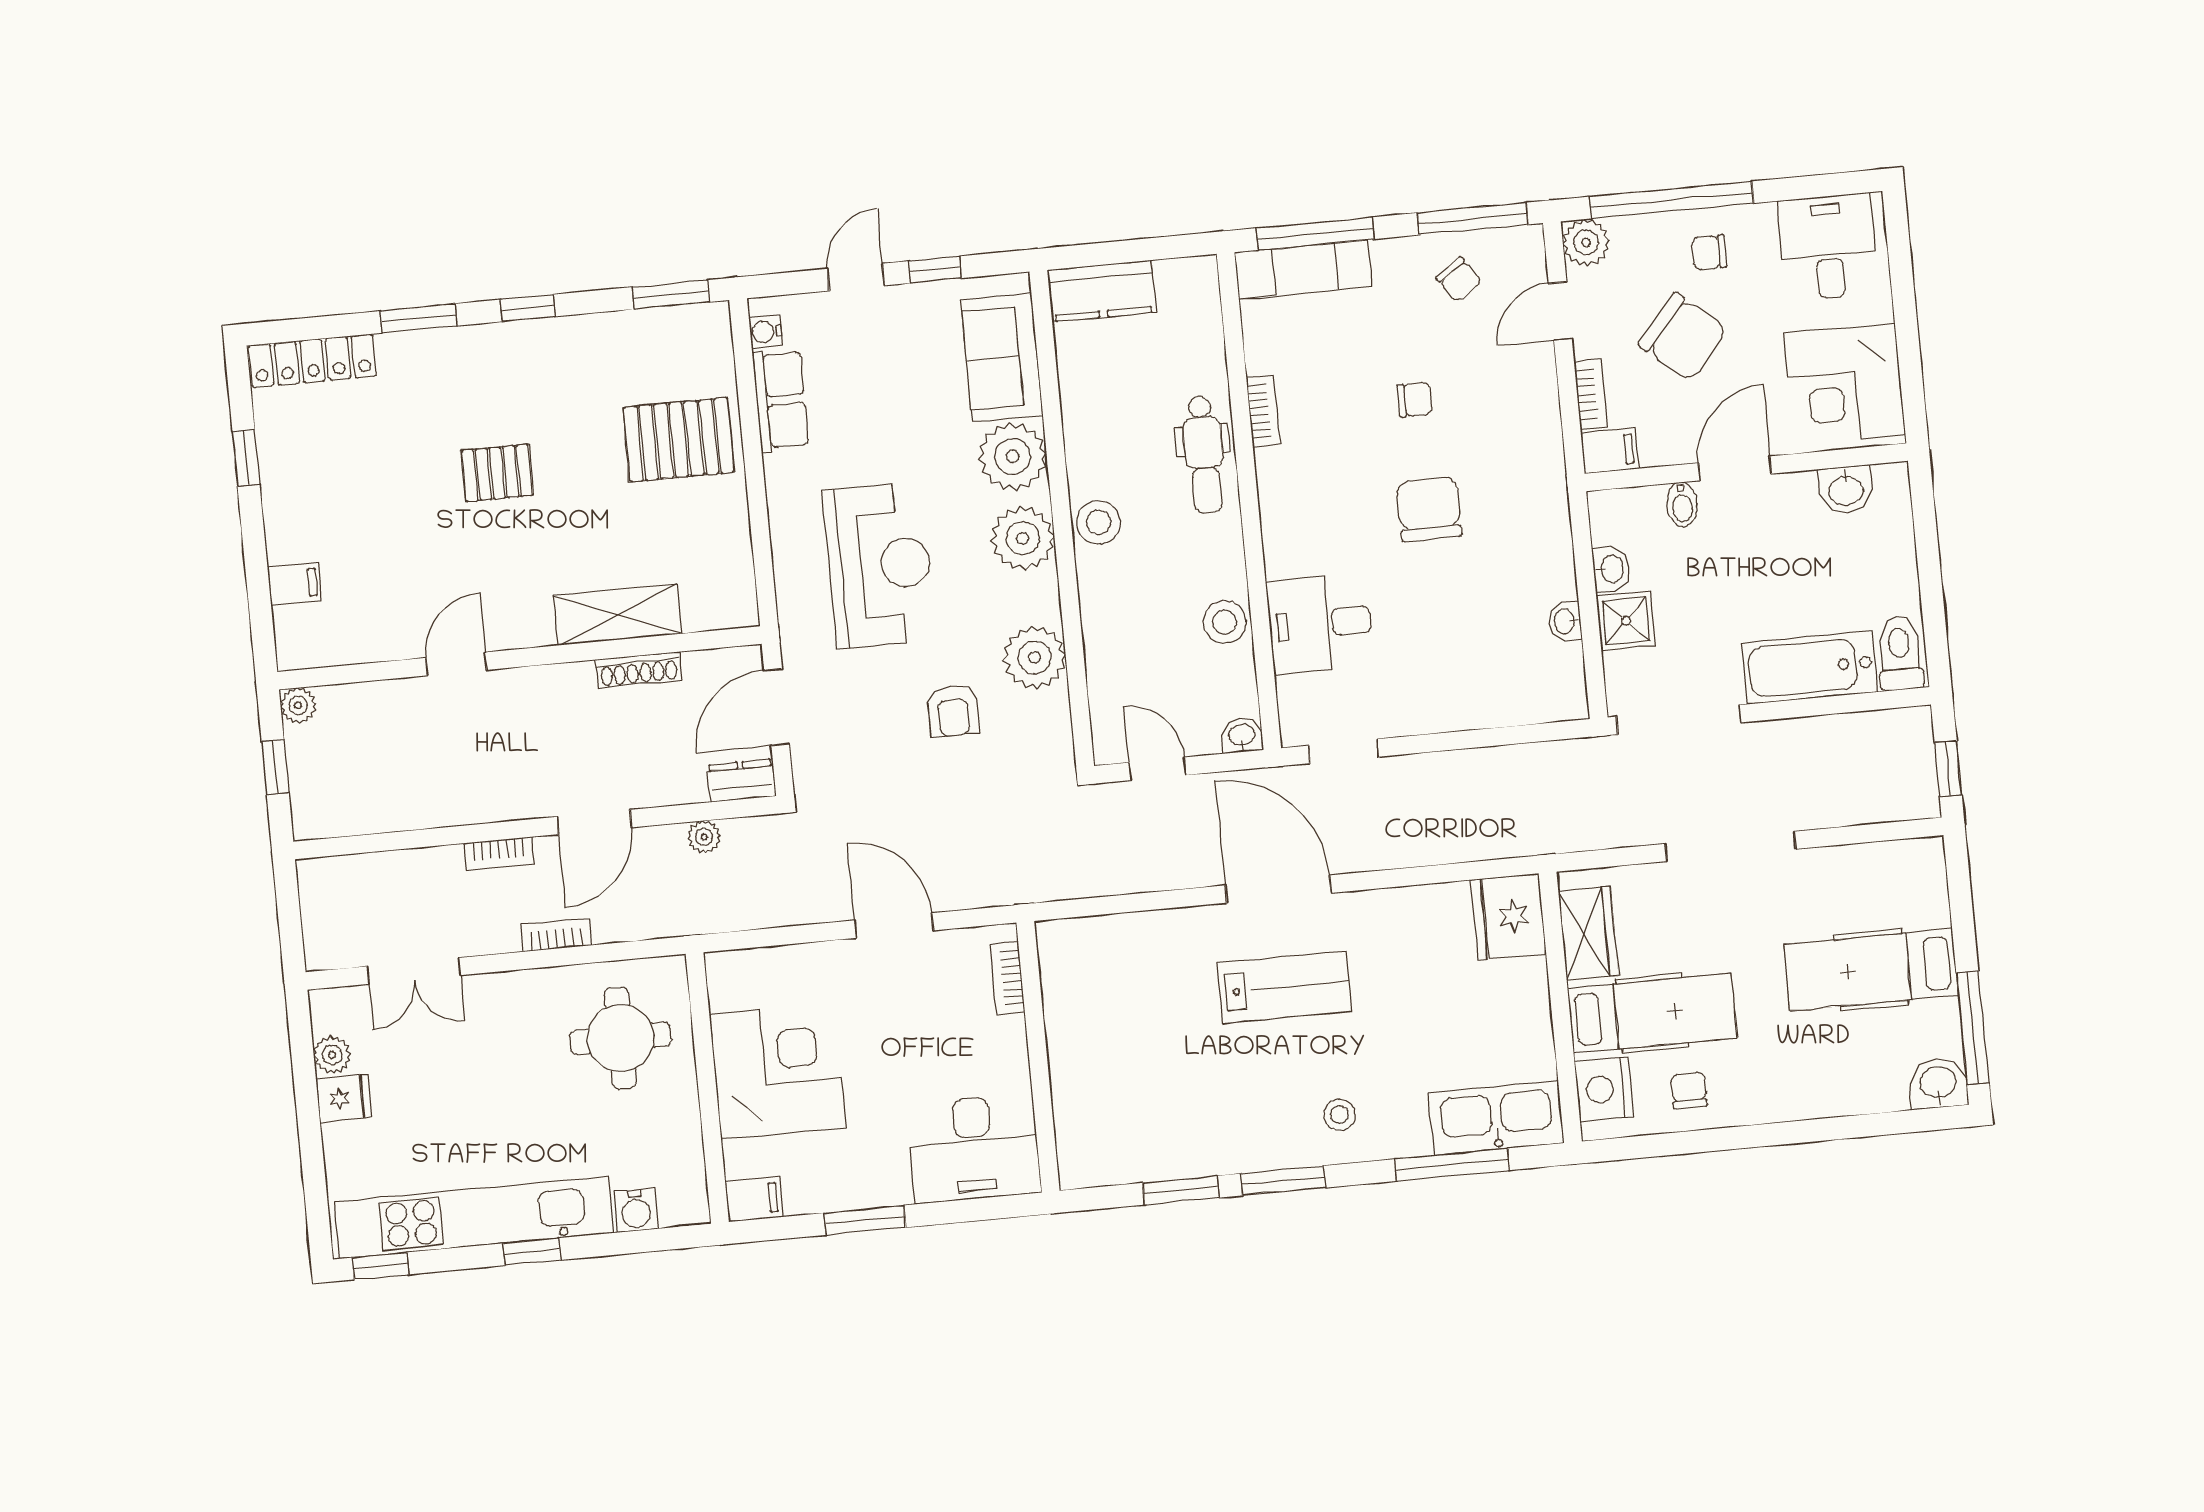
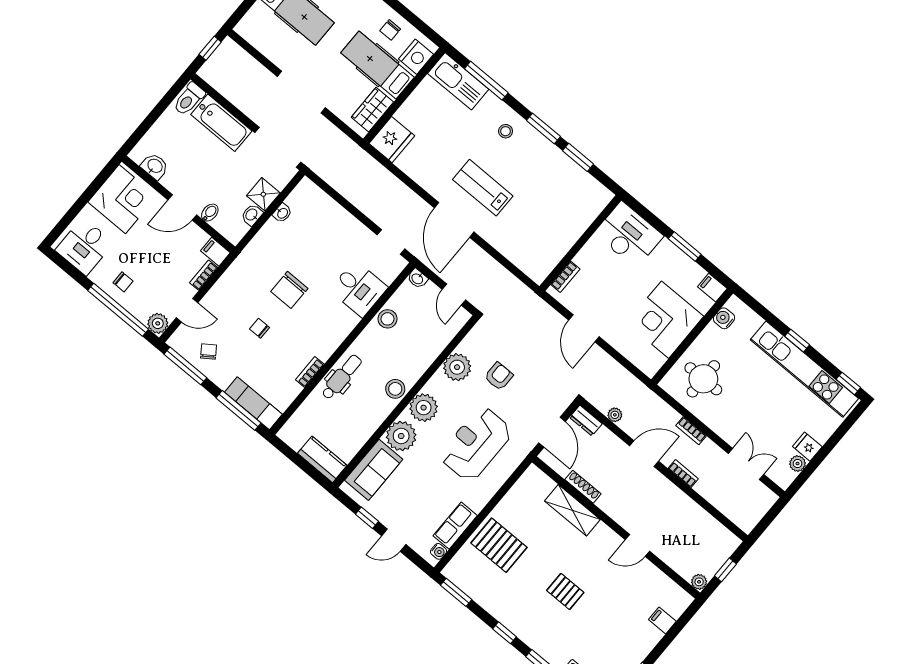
chair: (1683, 337) -> (157, 264), removed
door: (777, 707) -> (552, 432), hinge flipped
water cooler: (636, 1210) -> (724, 318), moved, turned -90

